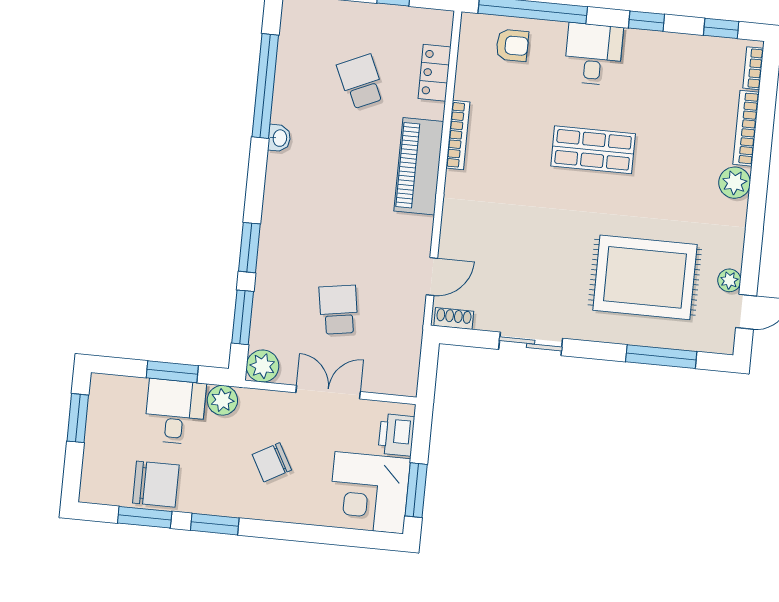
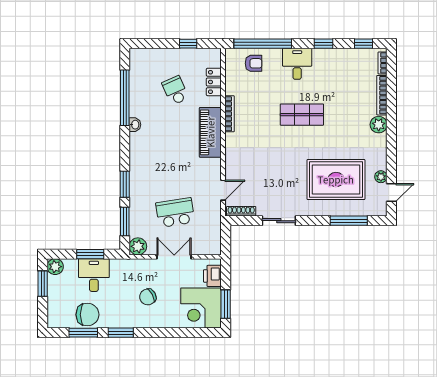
school desk: (339, 310) -> (175, 213), width x1.85
shoe rack: (454, 318) -> (241, 211), width x1.43
plant: (222, 400) -> (55, 267), moved

